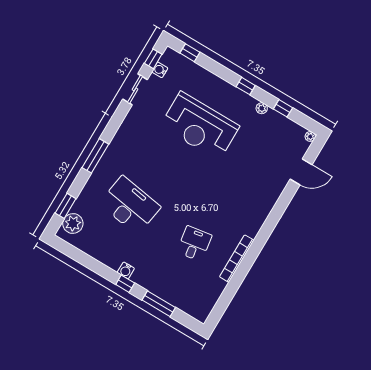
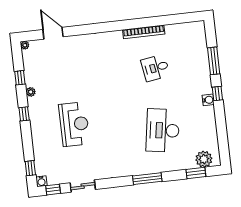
water cooler: (160, 70) -> (41, 181), moved
reception desk: (200, 126) -> (74, 124), width x0.74, depth x0.77

